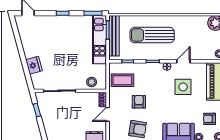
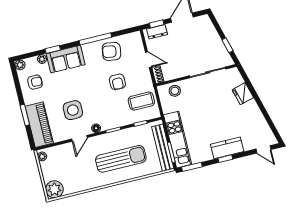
kitchen counter: (59, 22) -> (227, 148), added
door: (108, 114) -> (148, 60), hinge flipped

